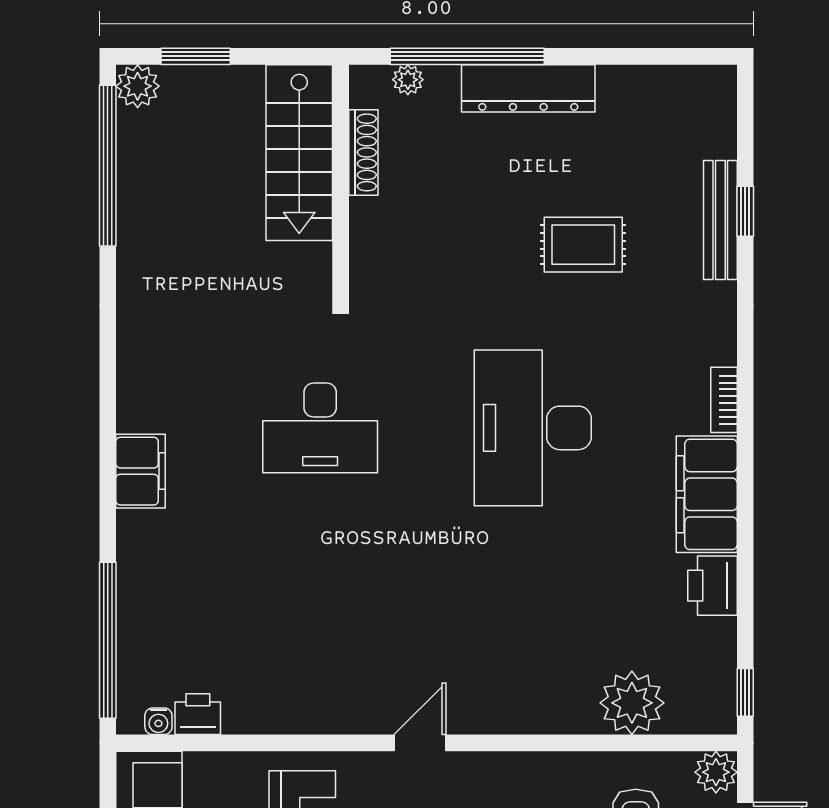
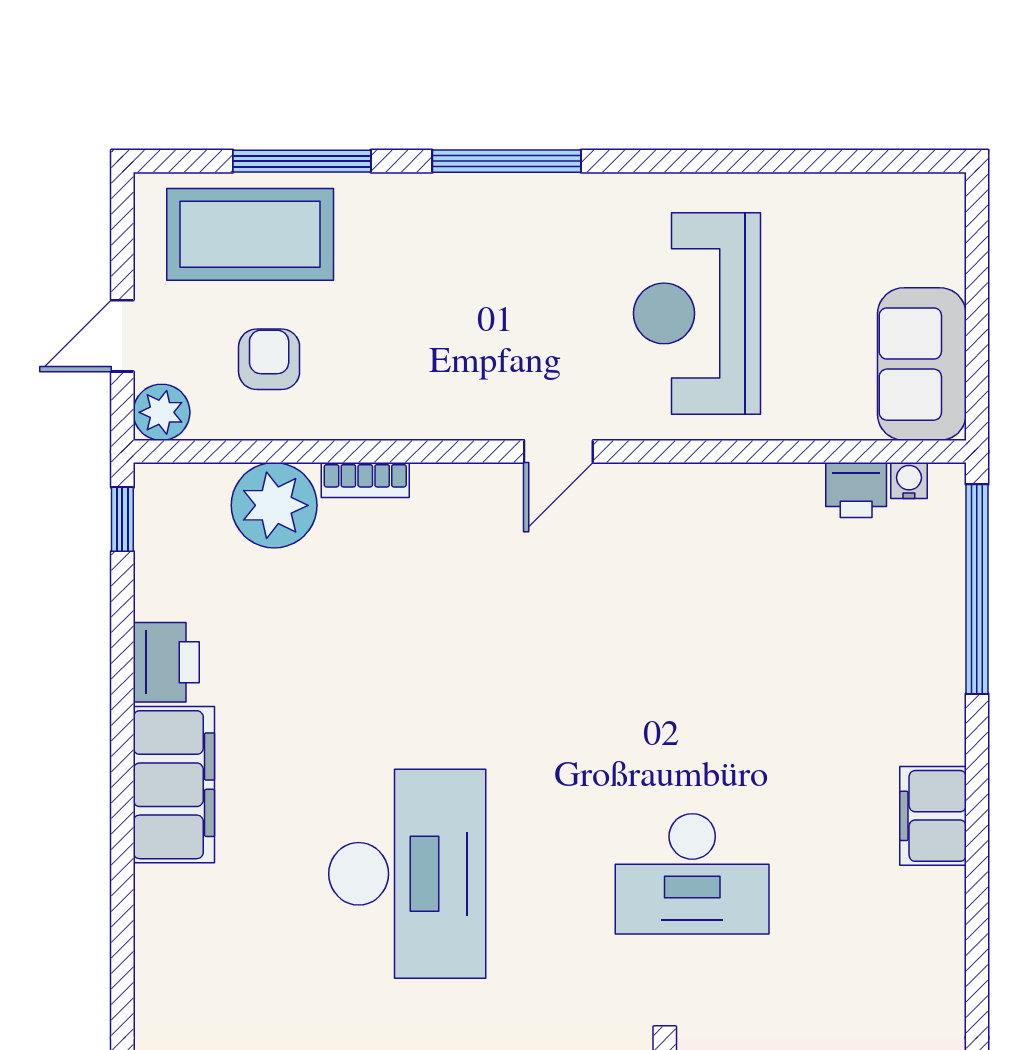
bookcase: (724, 400) -> (365, 480), moved, turned 90
desk: (320, 428) -> (692, 874), turned 180

